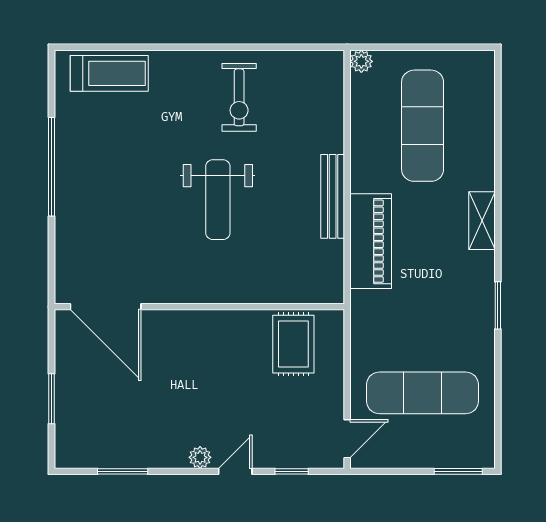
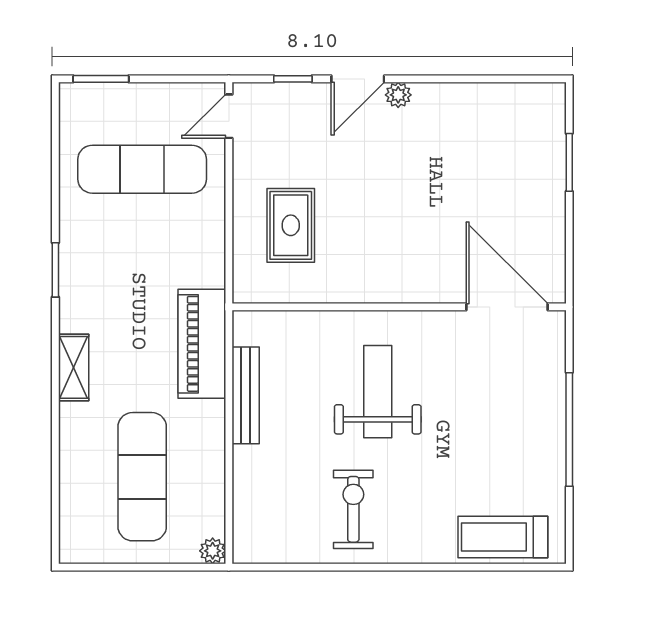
door: (106, 307) -> (507, 307), moved
wall: (199, 307) -> (399, 307), moved
window: (123, 471) -> (487, 79), removed
door: (235, 471) -> (358, 79), width x1.38

